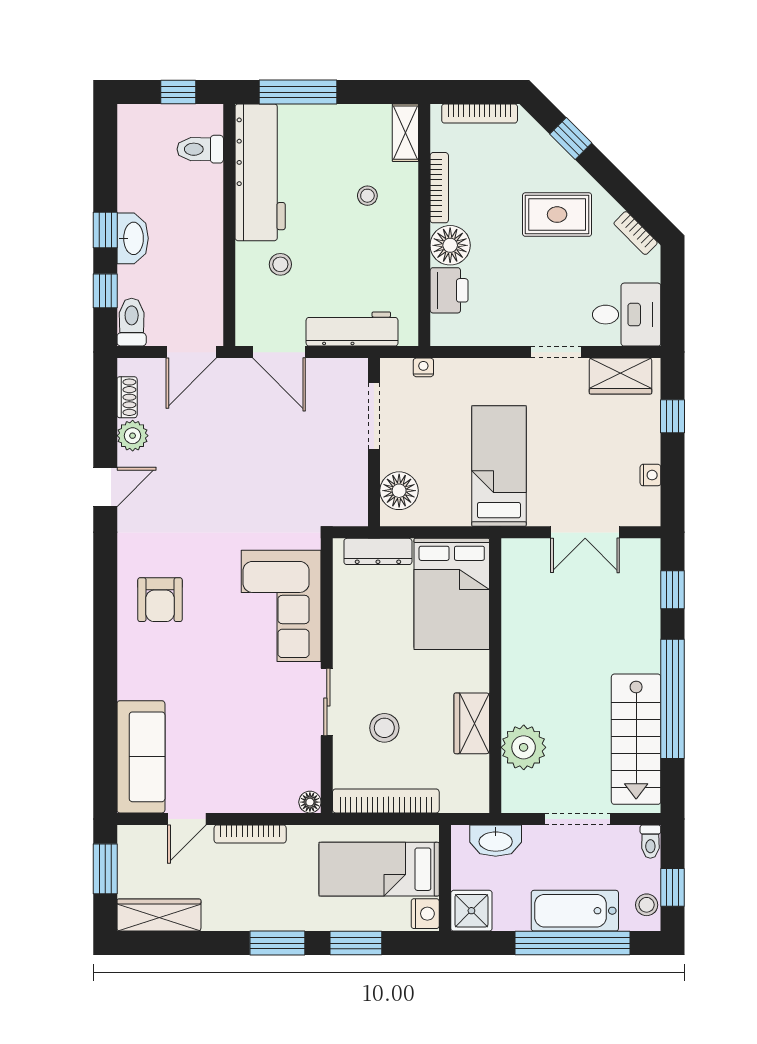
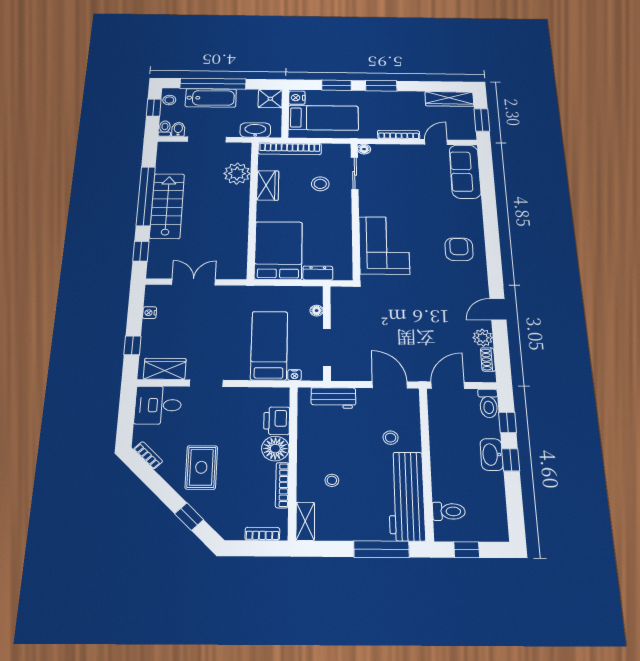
bookcase: (480, 114) -> (262, 534), width x0.64
rug: (557, 215) -> (201, 467), turned 90
workbench: (352, 329) -> (333, 398), width x0.73
bed: (499, 466) -> (269, 345), moved, turned 180
floor lamp: (399, 491) -> (317, 311), width x0.53, depth x0.53
dresser: (378, 551) -> (318, 273), width x0.70
sliding door: (327, 702) -> (355, 173), moved
stairs: (636, 739) -> (167, 206), moved
bookcase: (386, 801) -> (290, 149), moved
bidet: (627, 840) -> (178, 129), added

